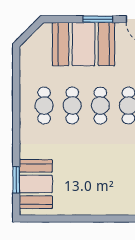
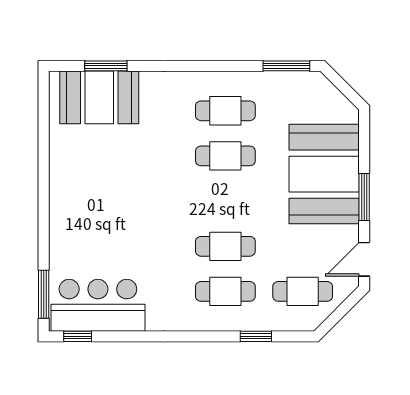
window: (16, 68) -> (286, 66), added
cafe table: (100, 106) -> (225, 201), removed

